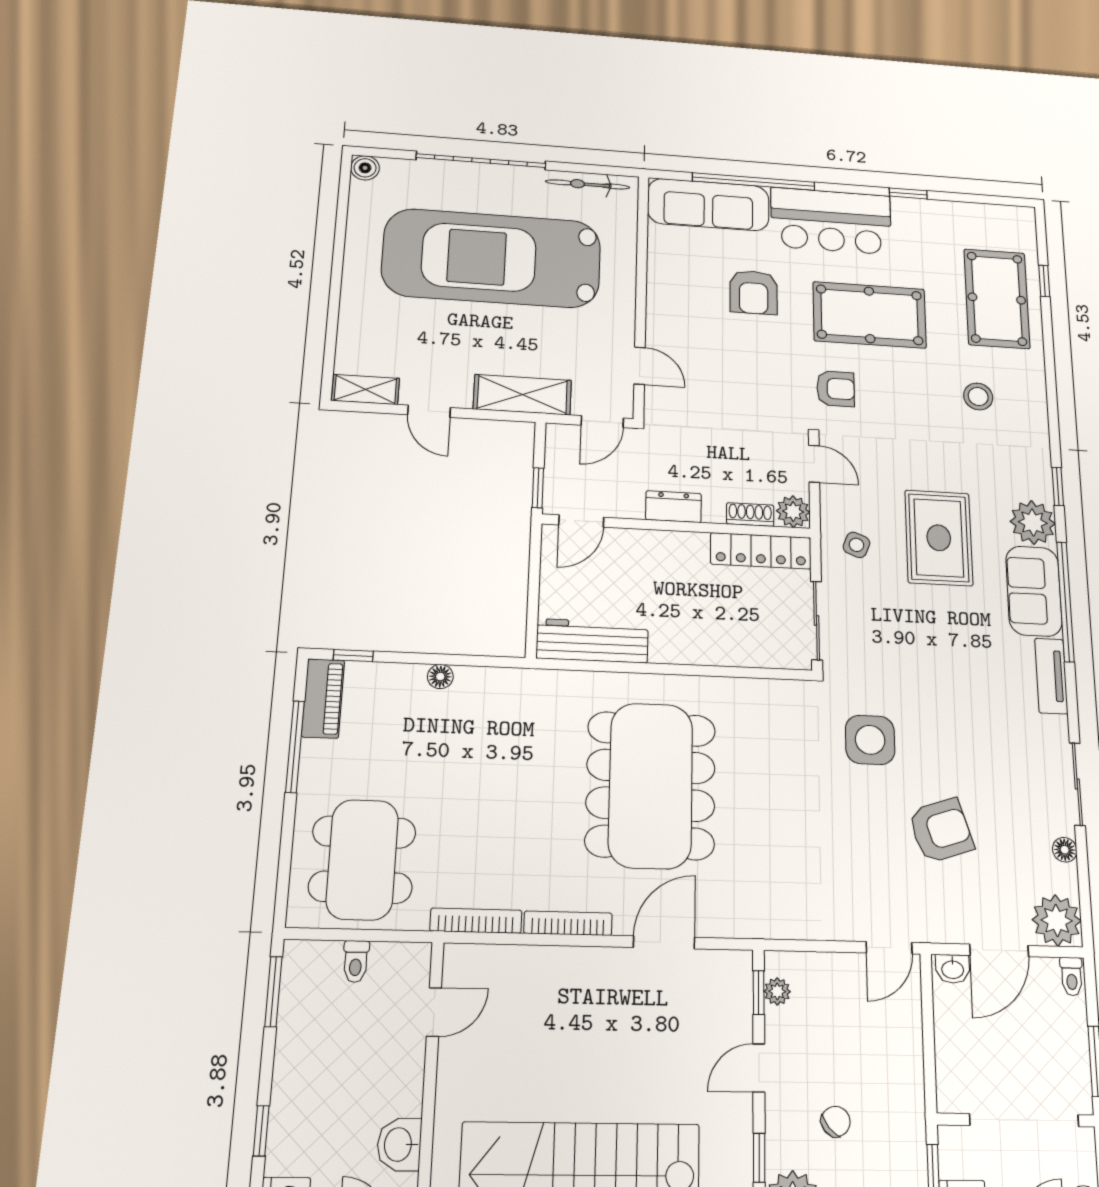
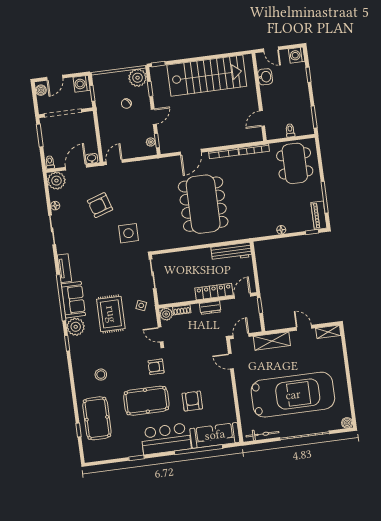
locker: (761, 551) -> (214, 292), moved

